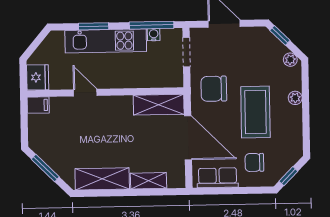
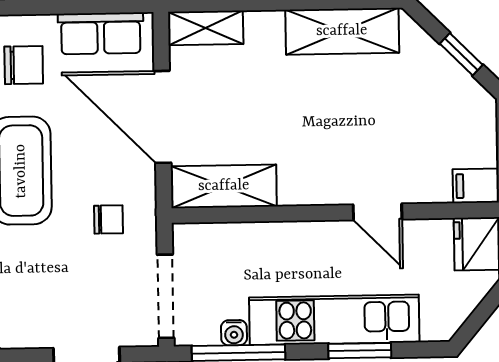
doorway: (186, 52) -> (166, 296), width x1.38
chair: (214, 89) -> (108, 219), width x0.54, depth x0.54
window: (45, 168) -> (461, 54), width x0.67
shelving: (148, 181) -> (206, 28), moved

